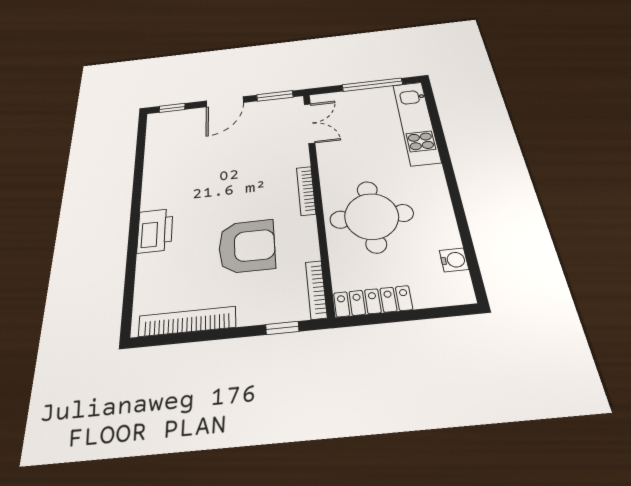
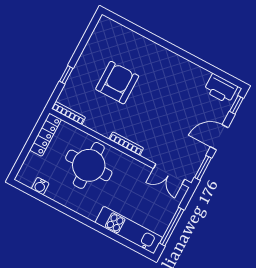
door: (225, 102) -> (219, 137), hinge flipped
printer: (155, 231) -> (221, 89), moved
armchair: (247, 246) -> (117, 83), moved, turned 180
bookcase: (187, 321) -> (93, 44), removed
window: (282, 328) -> (66, 75), moved

